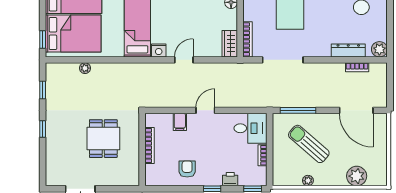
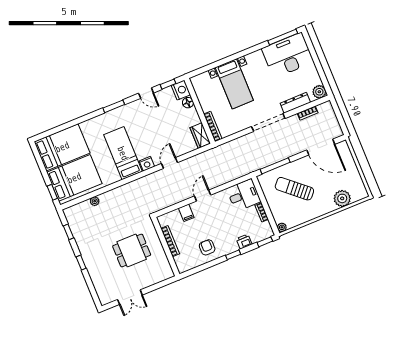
doorway: (283, 60) -> (268, 122), moved
dining table: (103, 139) -> (132, 250), turned 90
plant: (308, 181) -> (282, 227), moved

